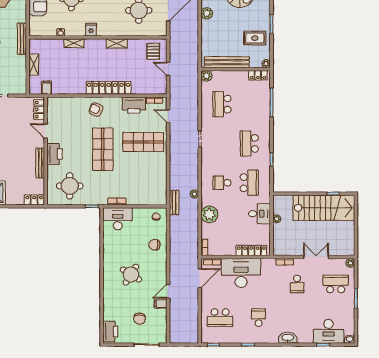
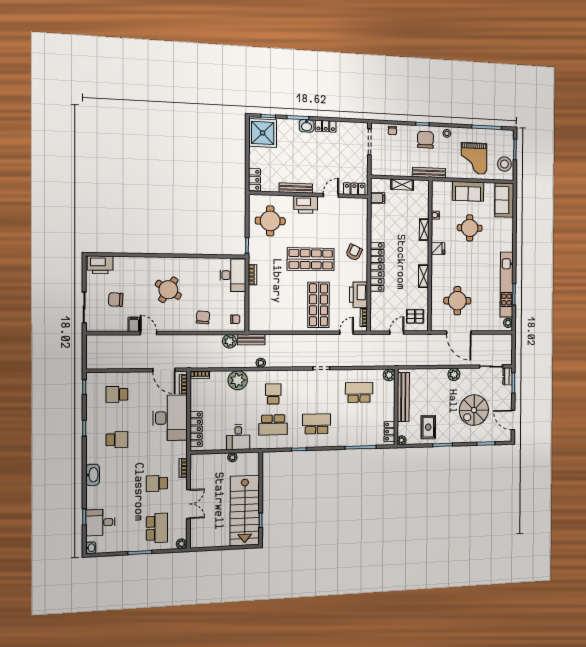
plant: (175, 222) -> (229, 341), added
school desk: (220, 318) -> (117, 394), width x0.54
desk: (328, 331) -> (100, 522), width x0.73

